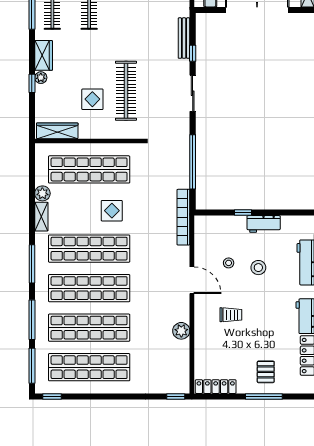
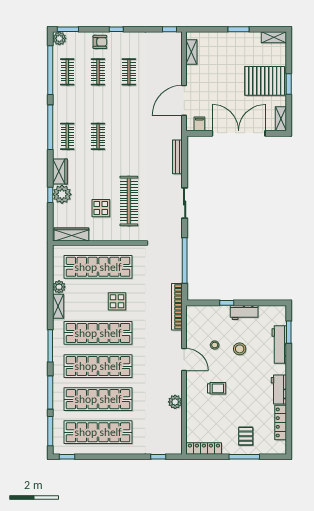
window: (193, 53) -> (185, 170), removed
plant: (41, 78) -> (62, 194), width x1.87, depth x1.87
window: (176, 396) -> (158, 457), moved

